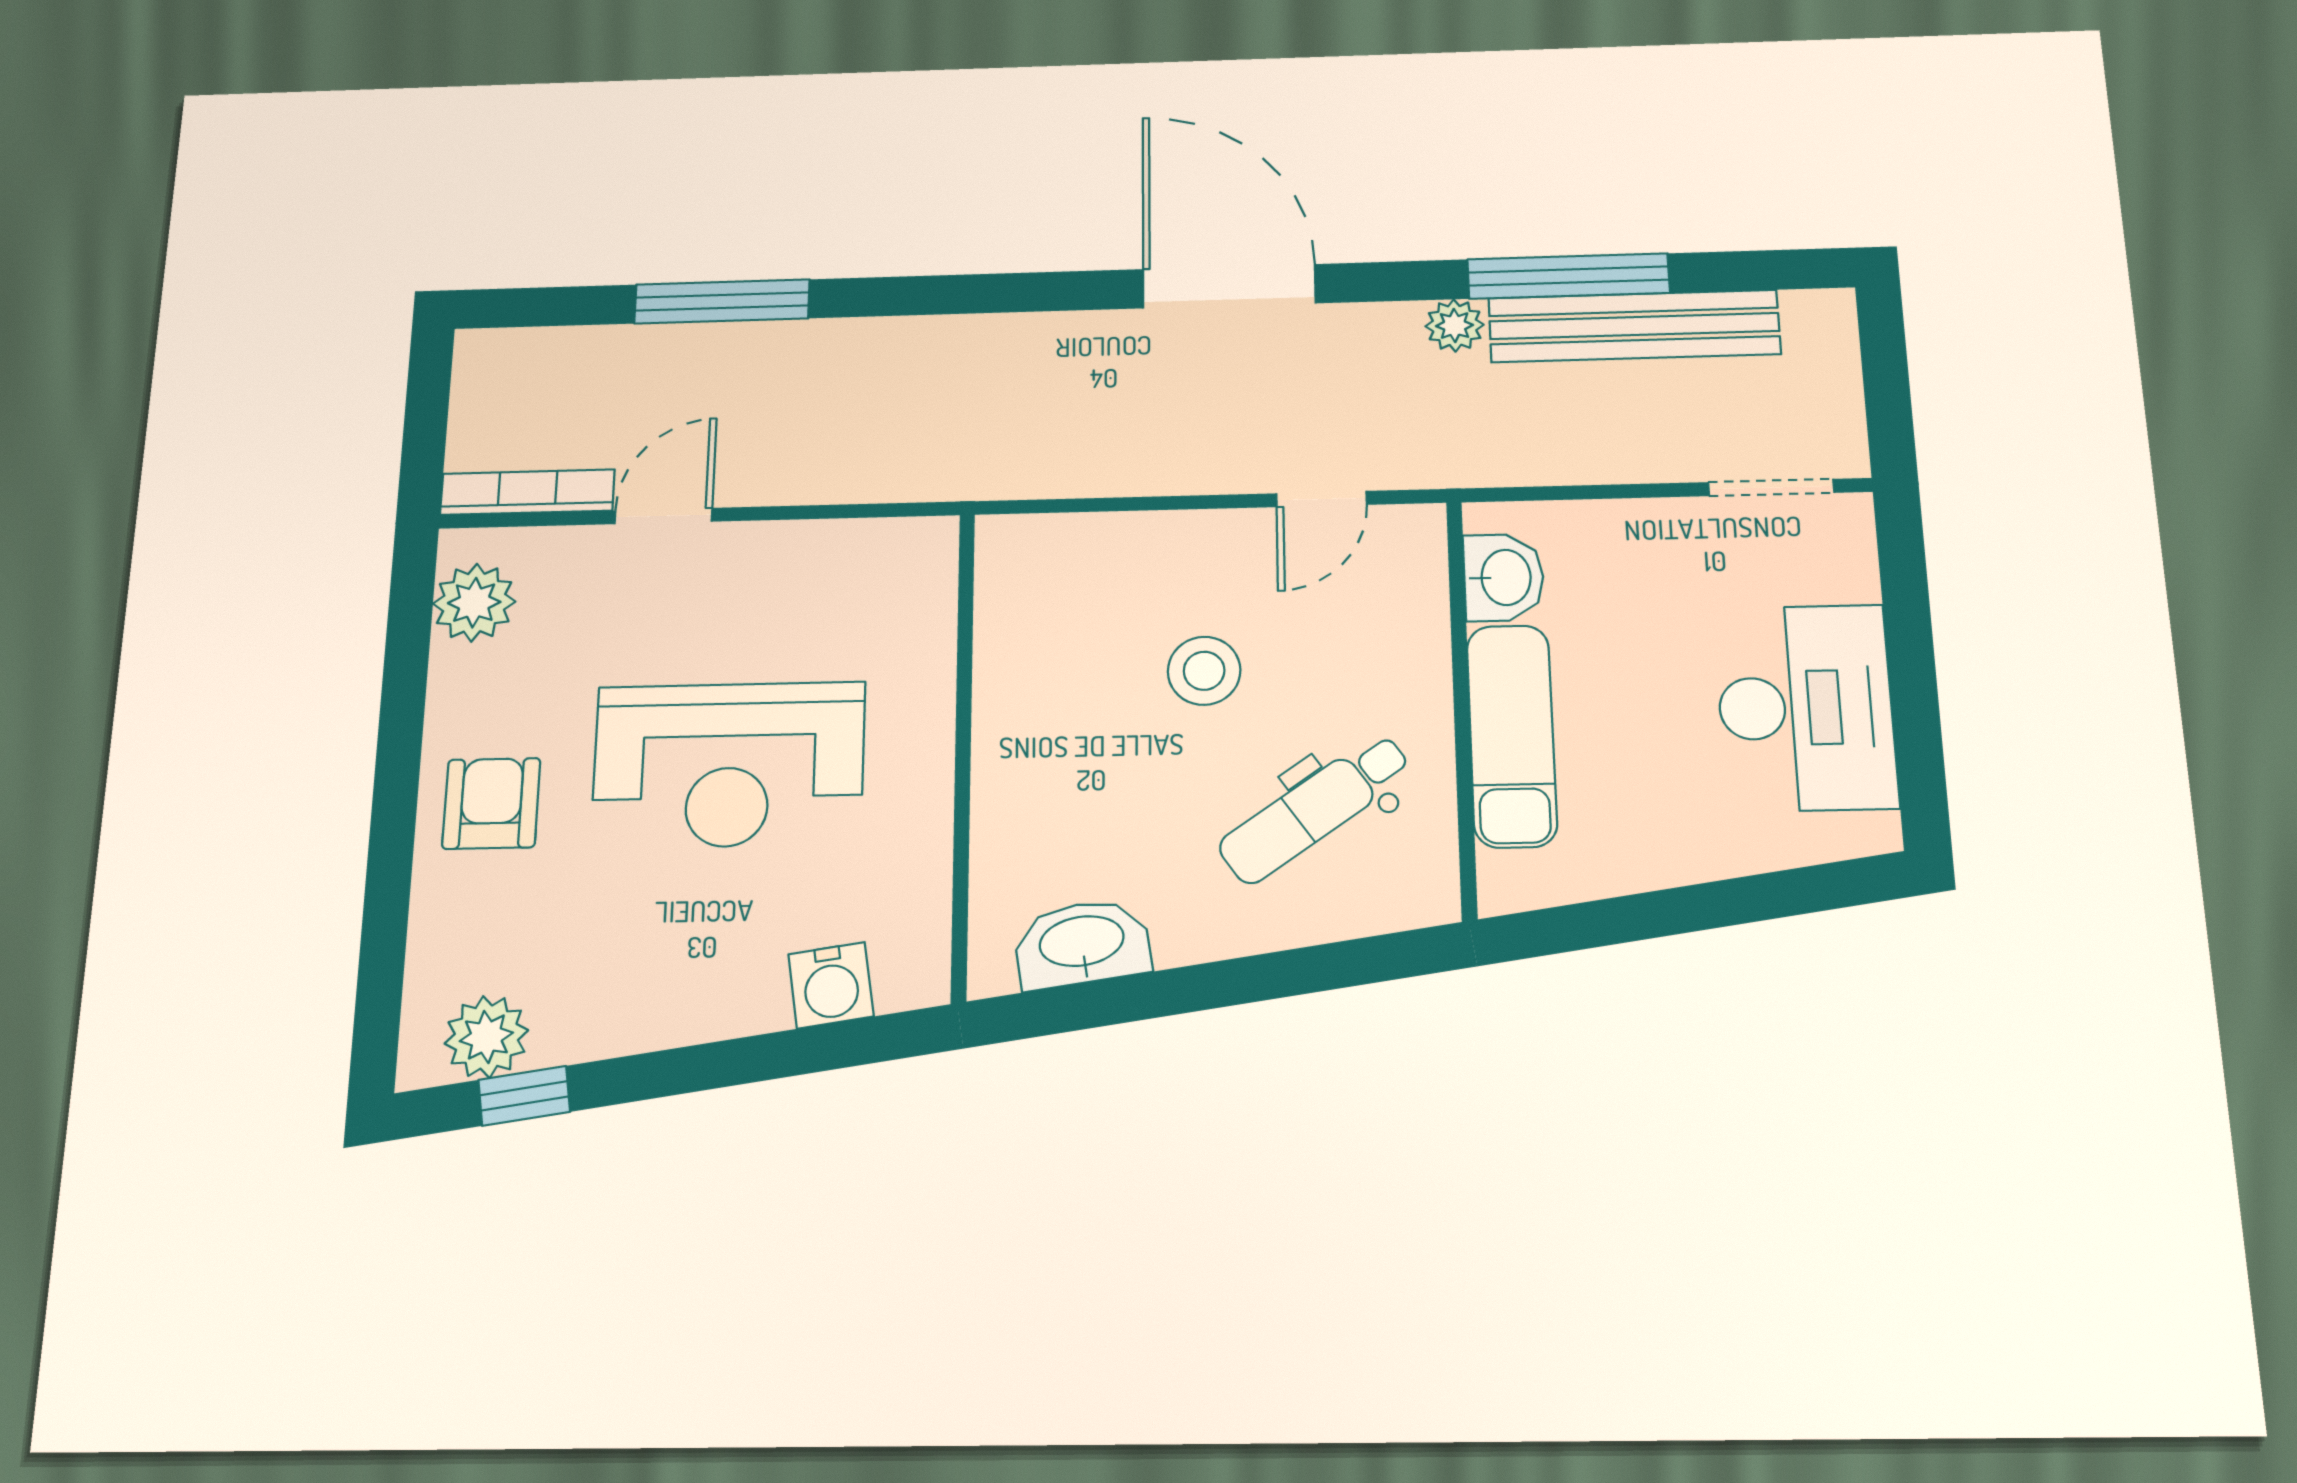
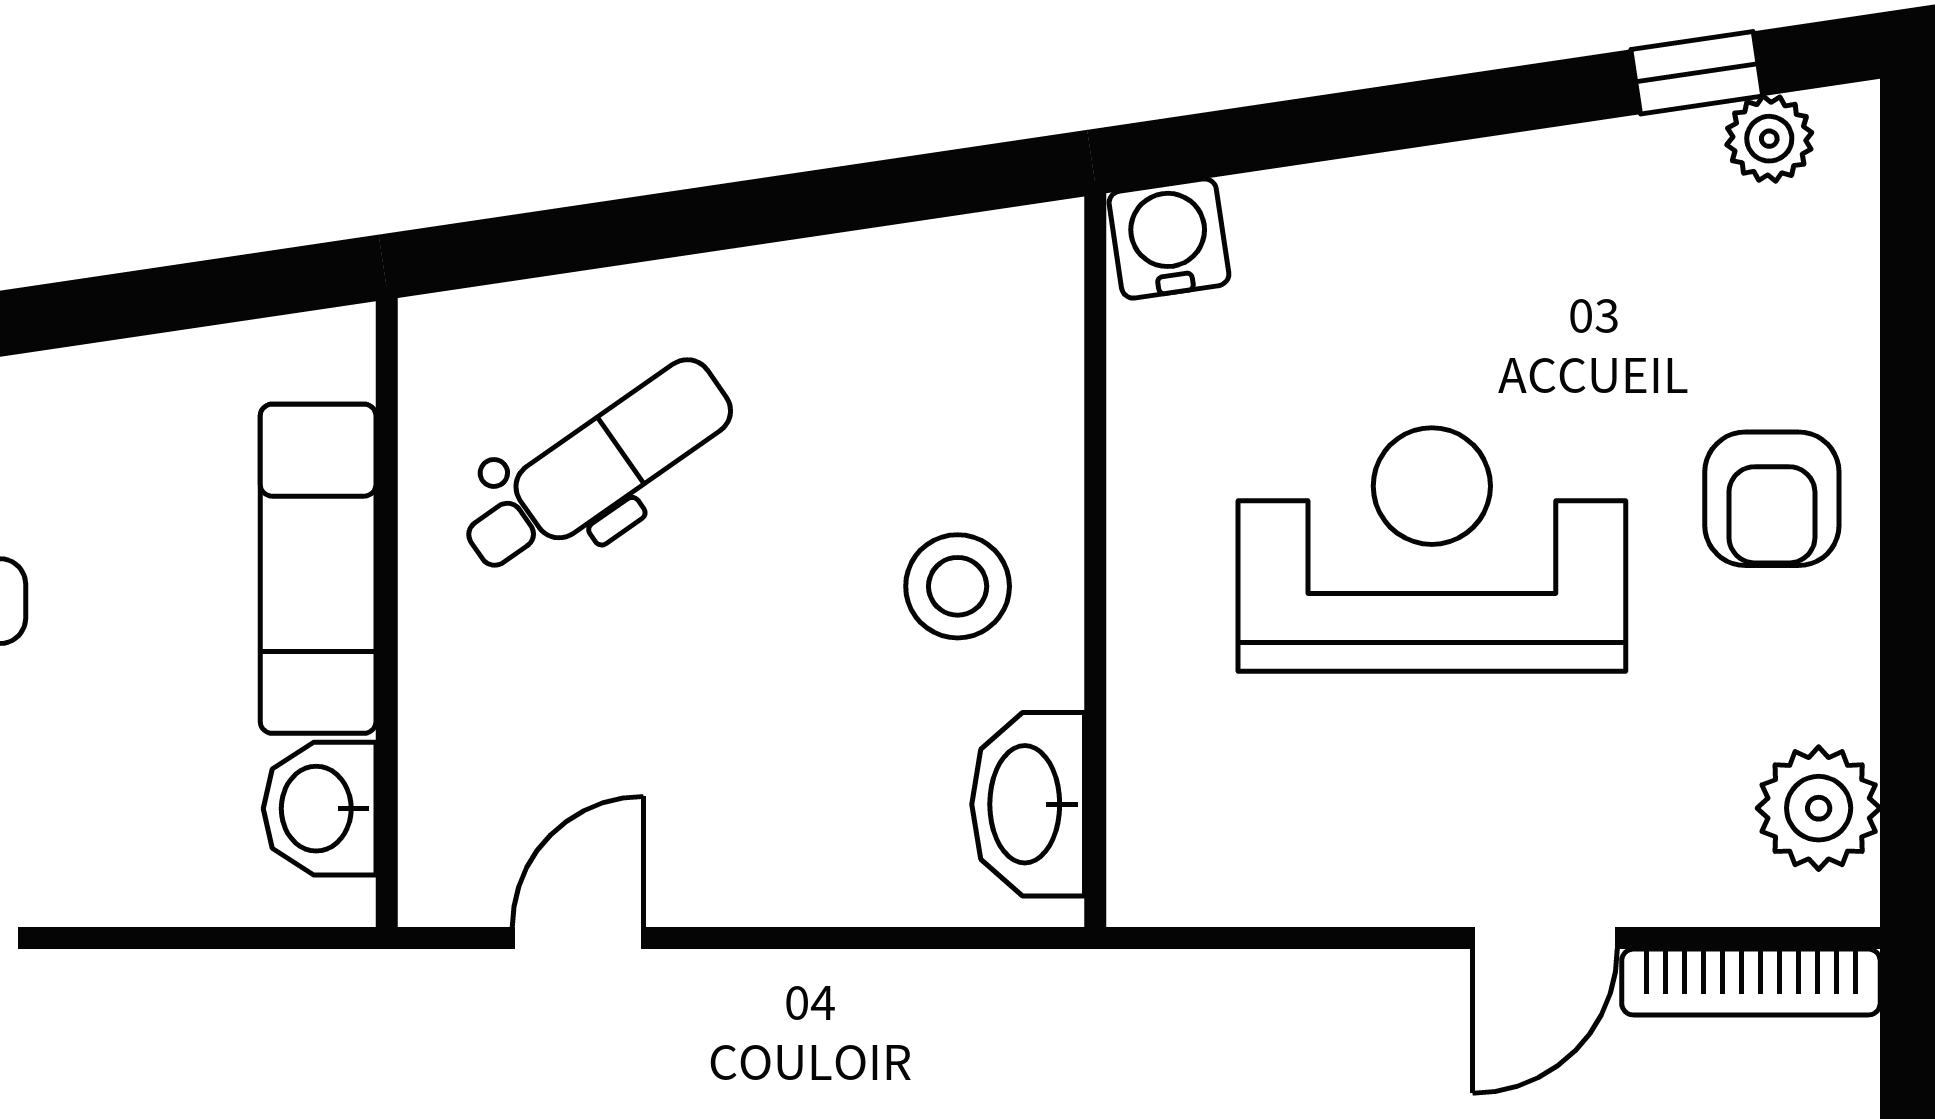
stool: (1204, 671) -> (958, 586), moved
washbasin: (1082, 943) -> (1028, 804), moved, turned 98
water cooler: (831, 985) -> (1169, 238), moved
plant: (486, 1037) -> (1769, 139), width x0.73, depth x0.73

